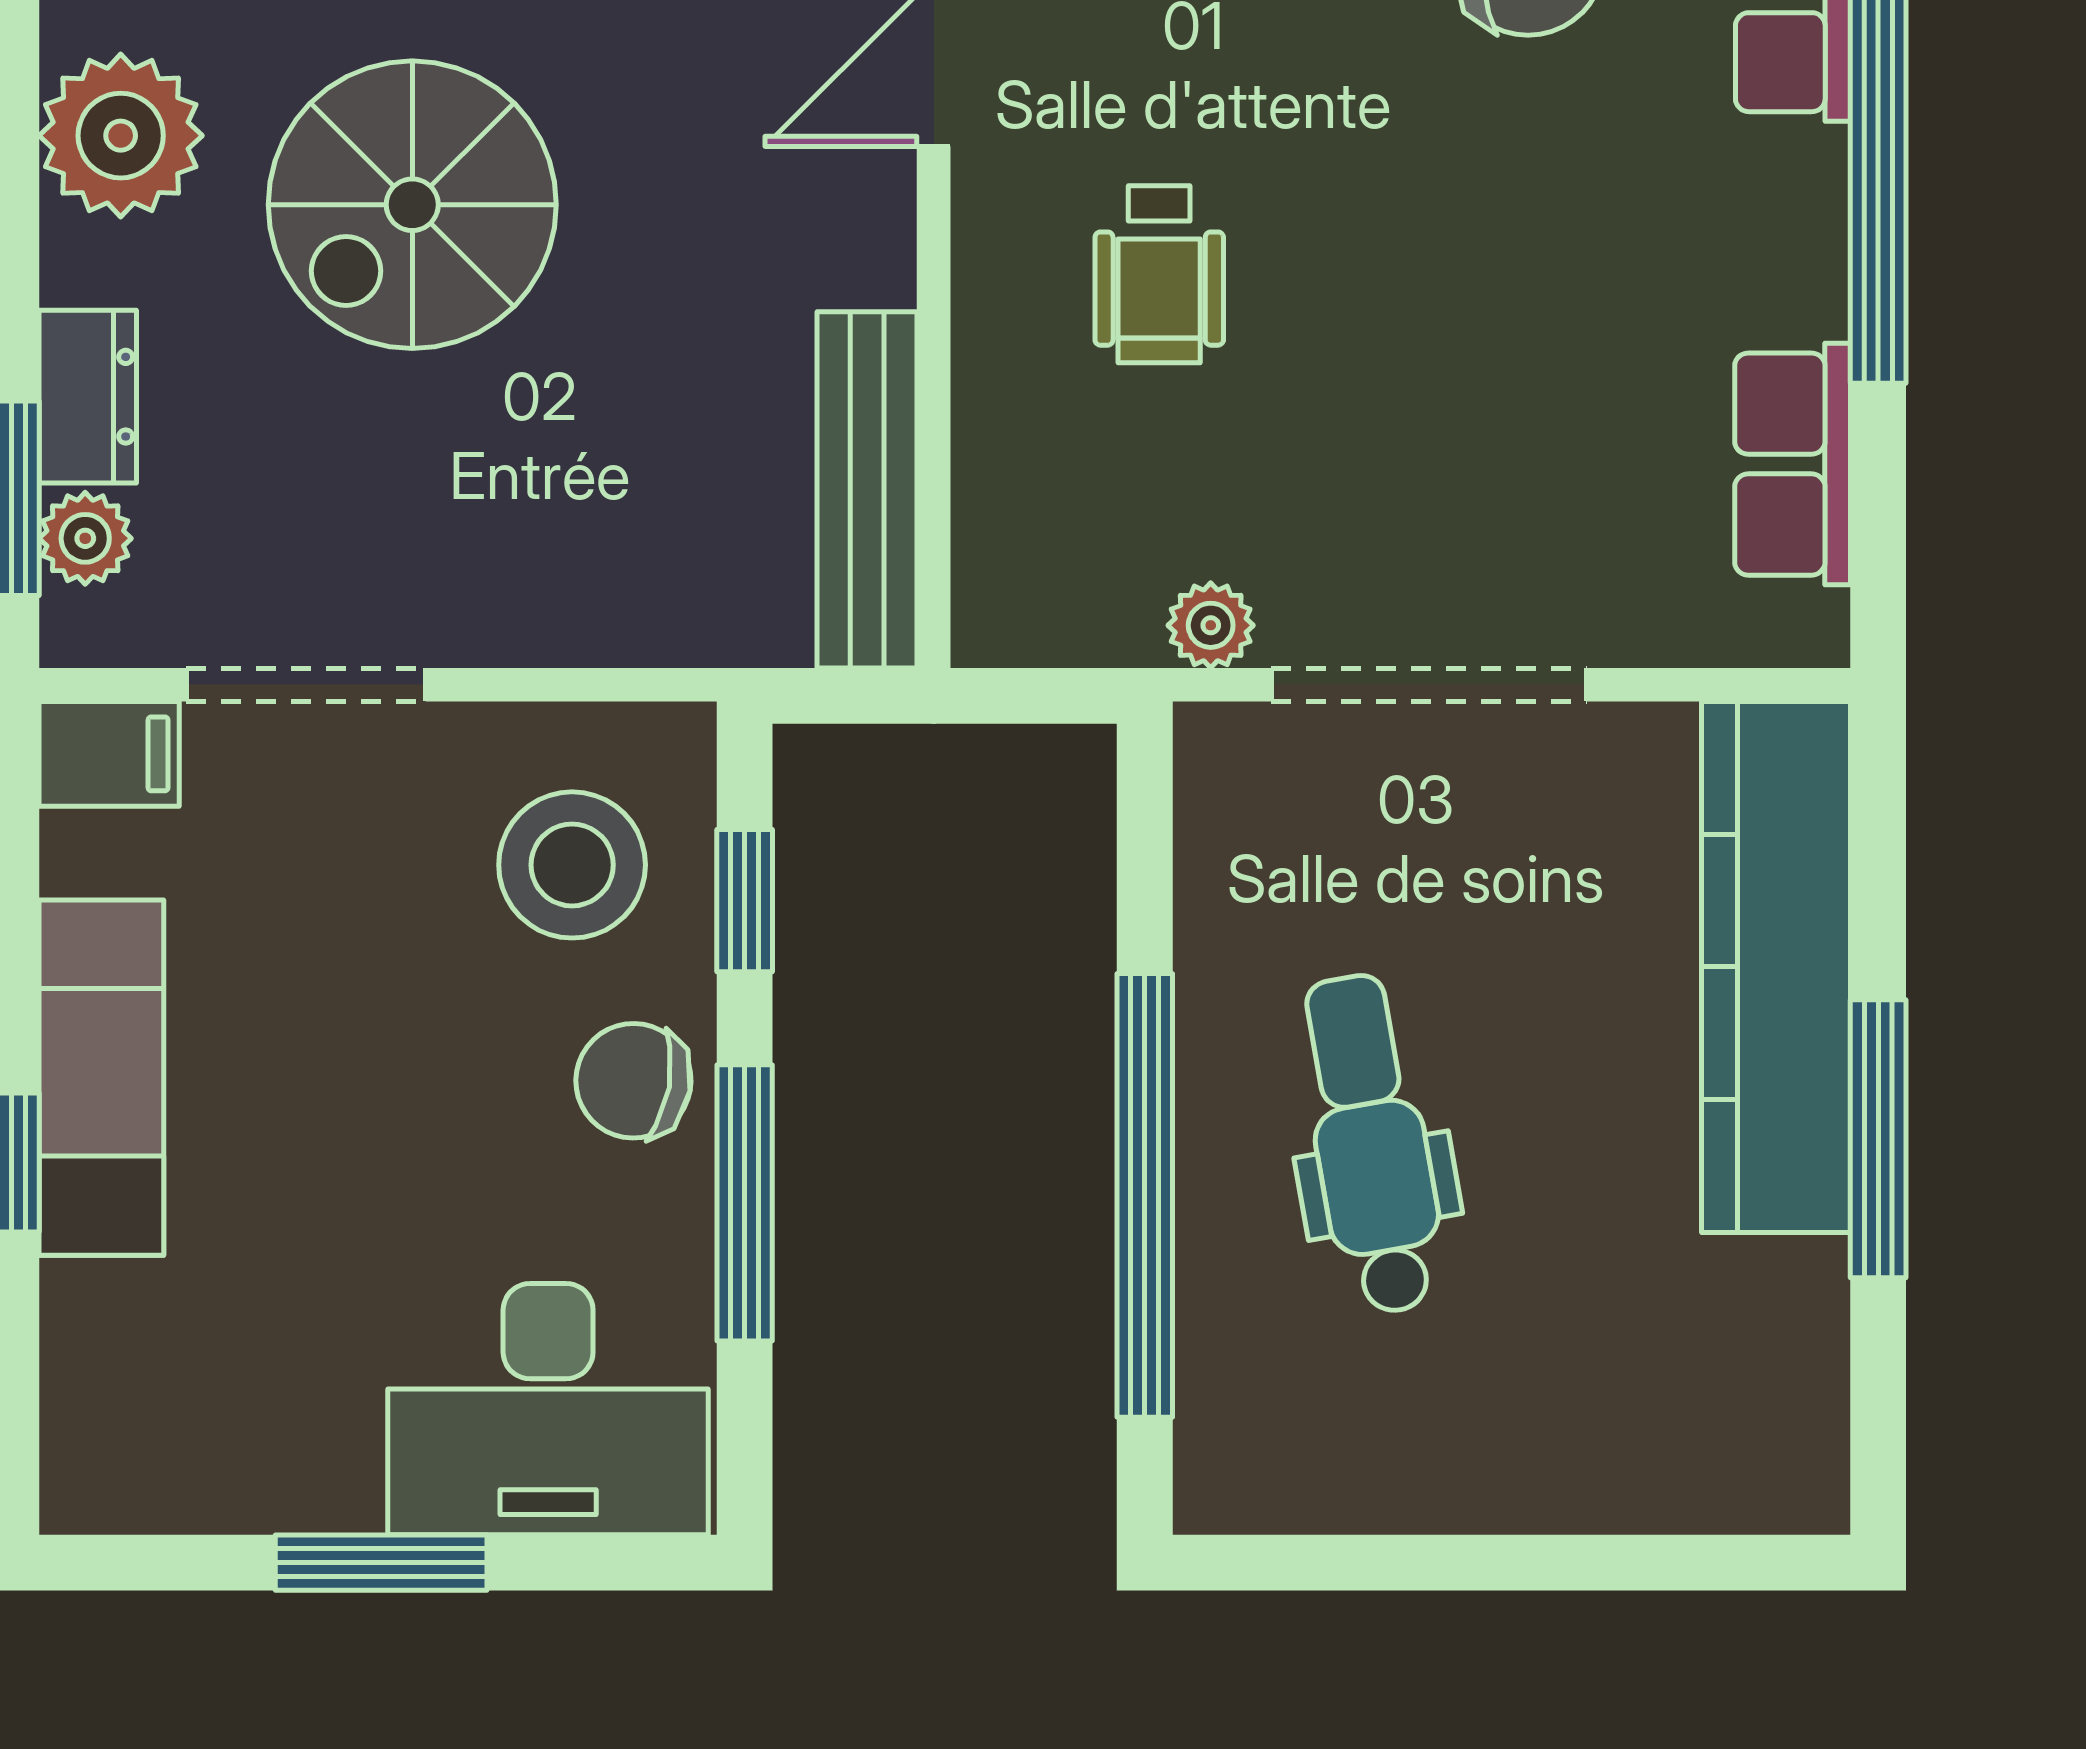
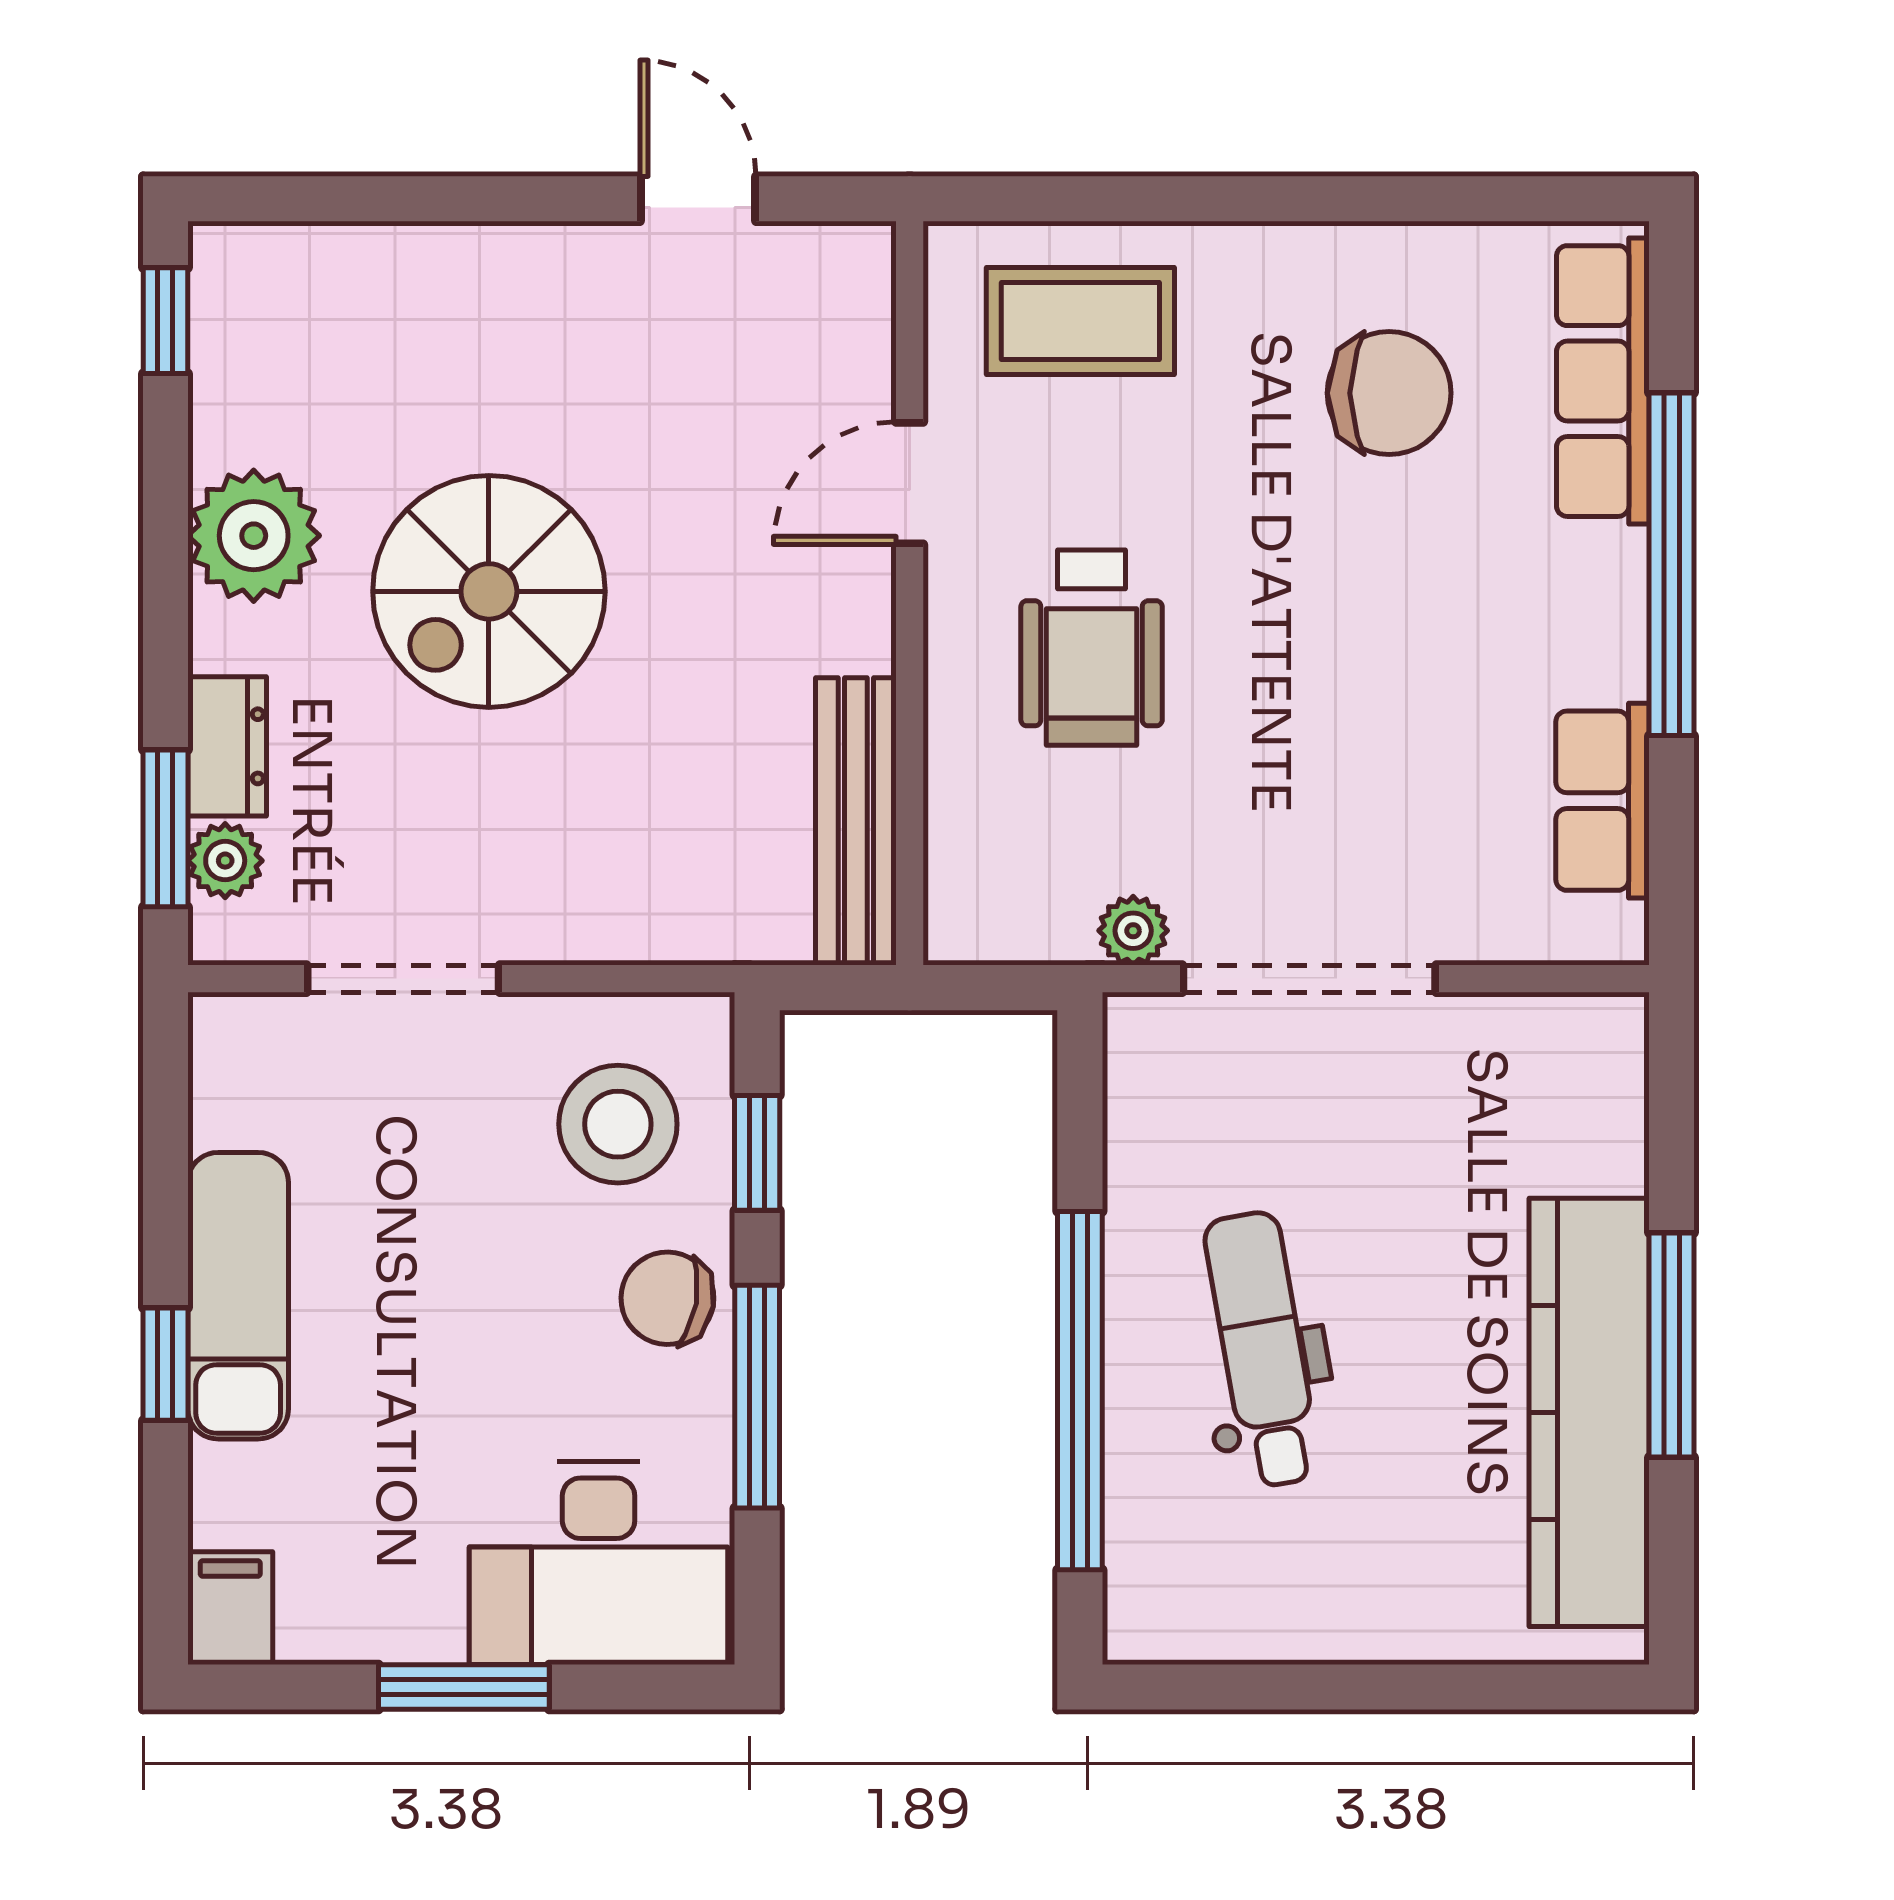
wheelchair: (1159, 274) -> (1092, 648), width x1.36, depth x1.37
filing cabinet: (109, 754) -> (230, 1608), moved, turned -90
kitchen counter: (1776, 967) -> (1589, 1412), moved

